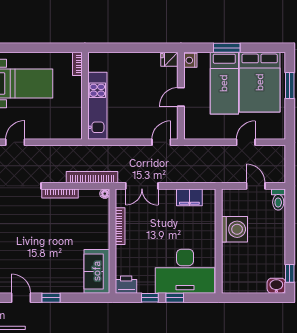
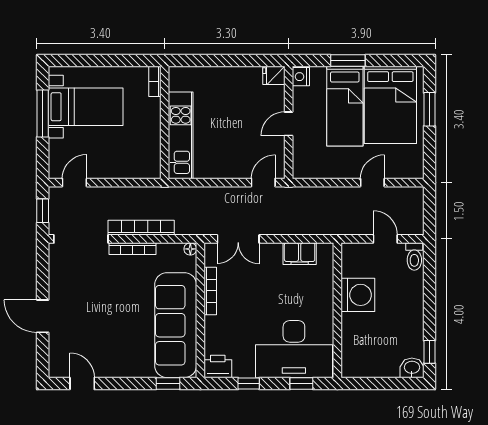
bookcase: (92, 177) -> (141, 228), moved
sofa: (97, 271) -> (176, 325), width x1.85, depth x1.27
window: (51, 298) -> (168, 383), moved
window: (175, 298) -> (301, 383), moved

